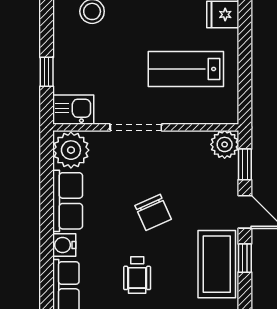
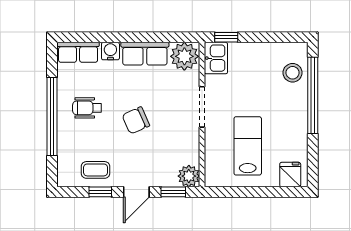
window: (47, 72) -> (226, 37), moved
coffee table: (217, 264) -> (96, 170), width x0.54, depth x0.58

